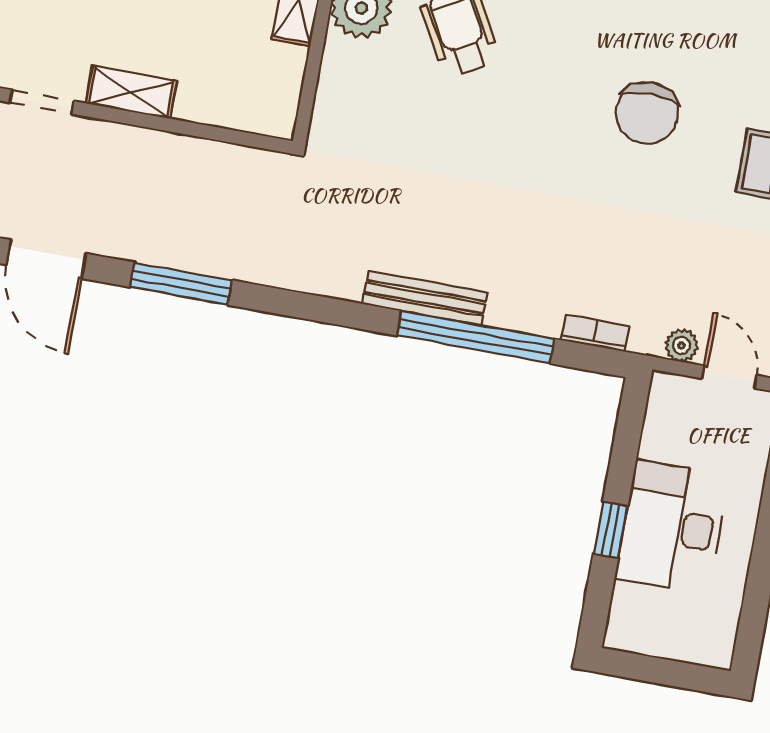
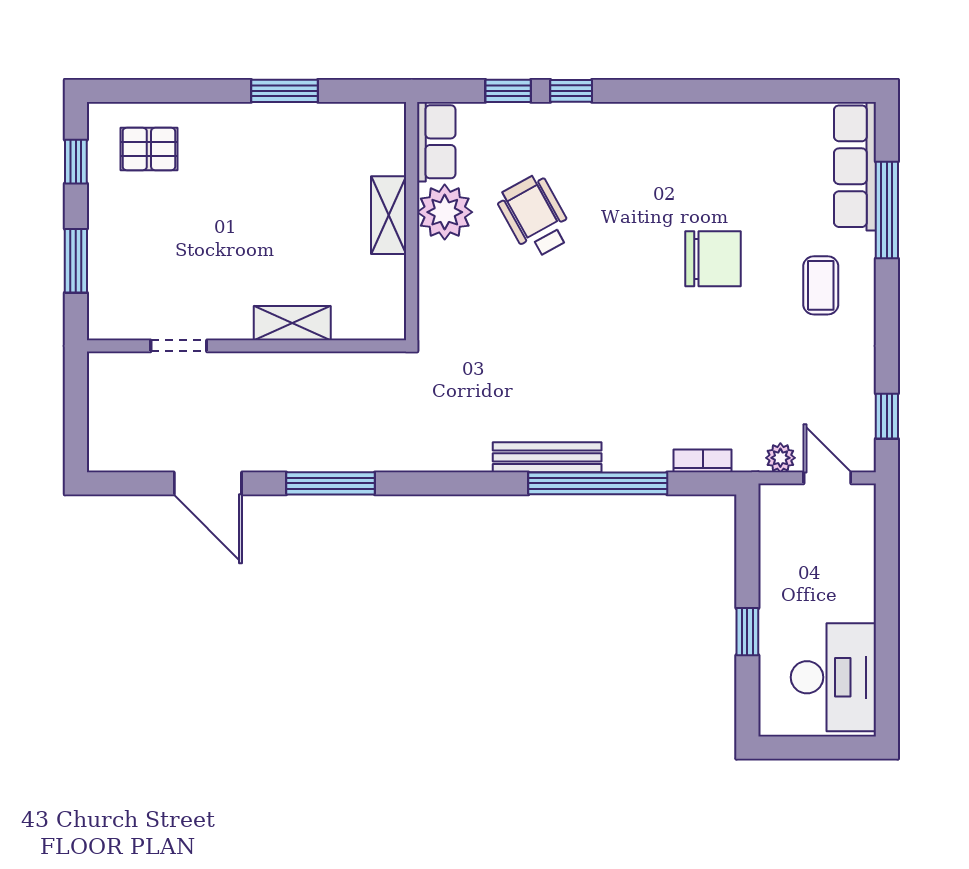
shelving: (131, 92) -> (292, 323), moved
chair: (647, 113) -> (713, 259), turned -90
desk: (672, 527) -> (833, 677), moved, turned 180

